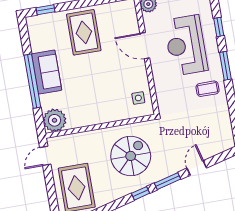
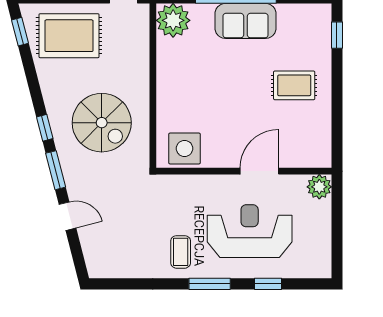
rug: (84, 32) -> (294, 85), width x0.73, depth x0.70
side table: (138, 98) -> (185, 148), width x1.87, depth x1.87

